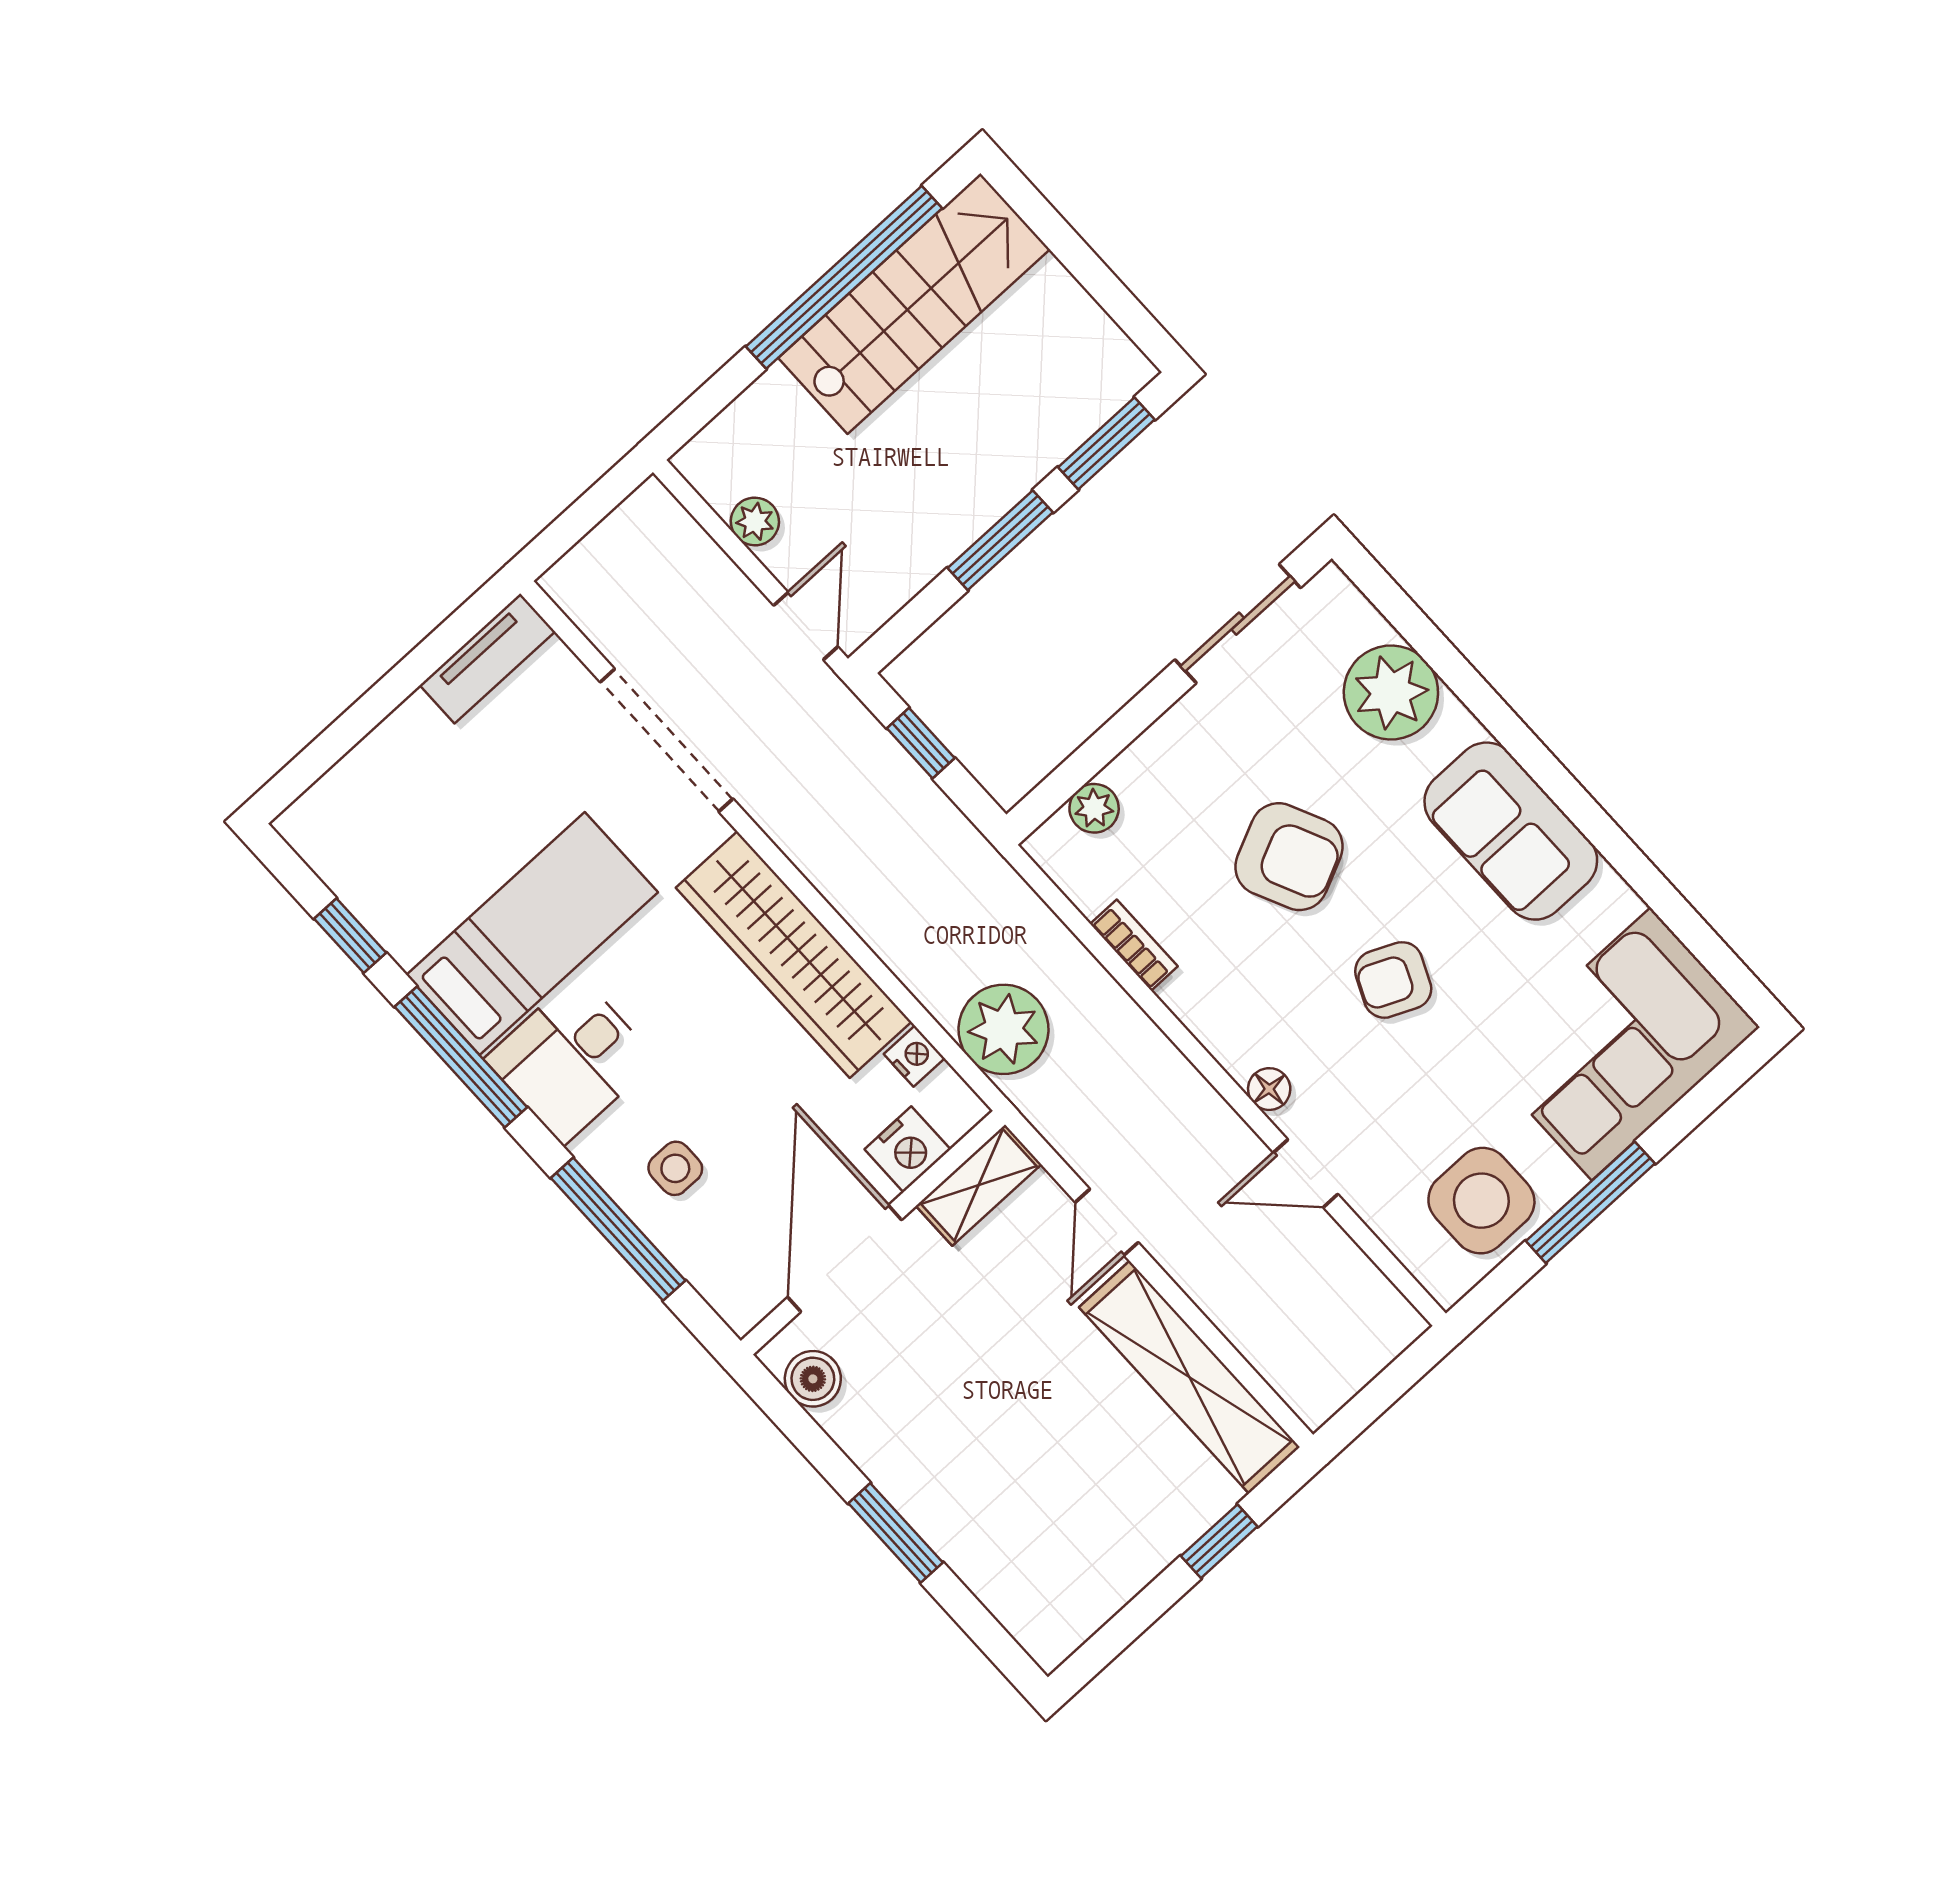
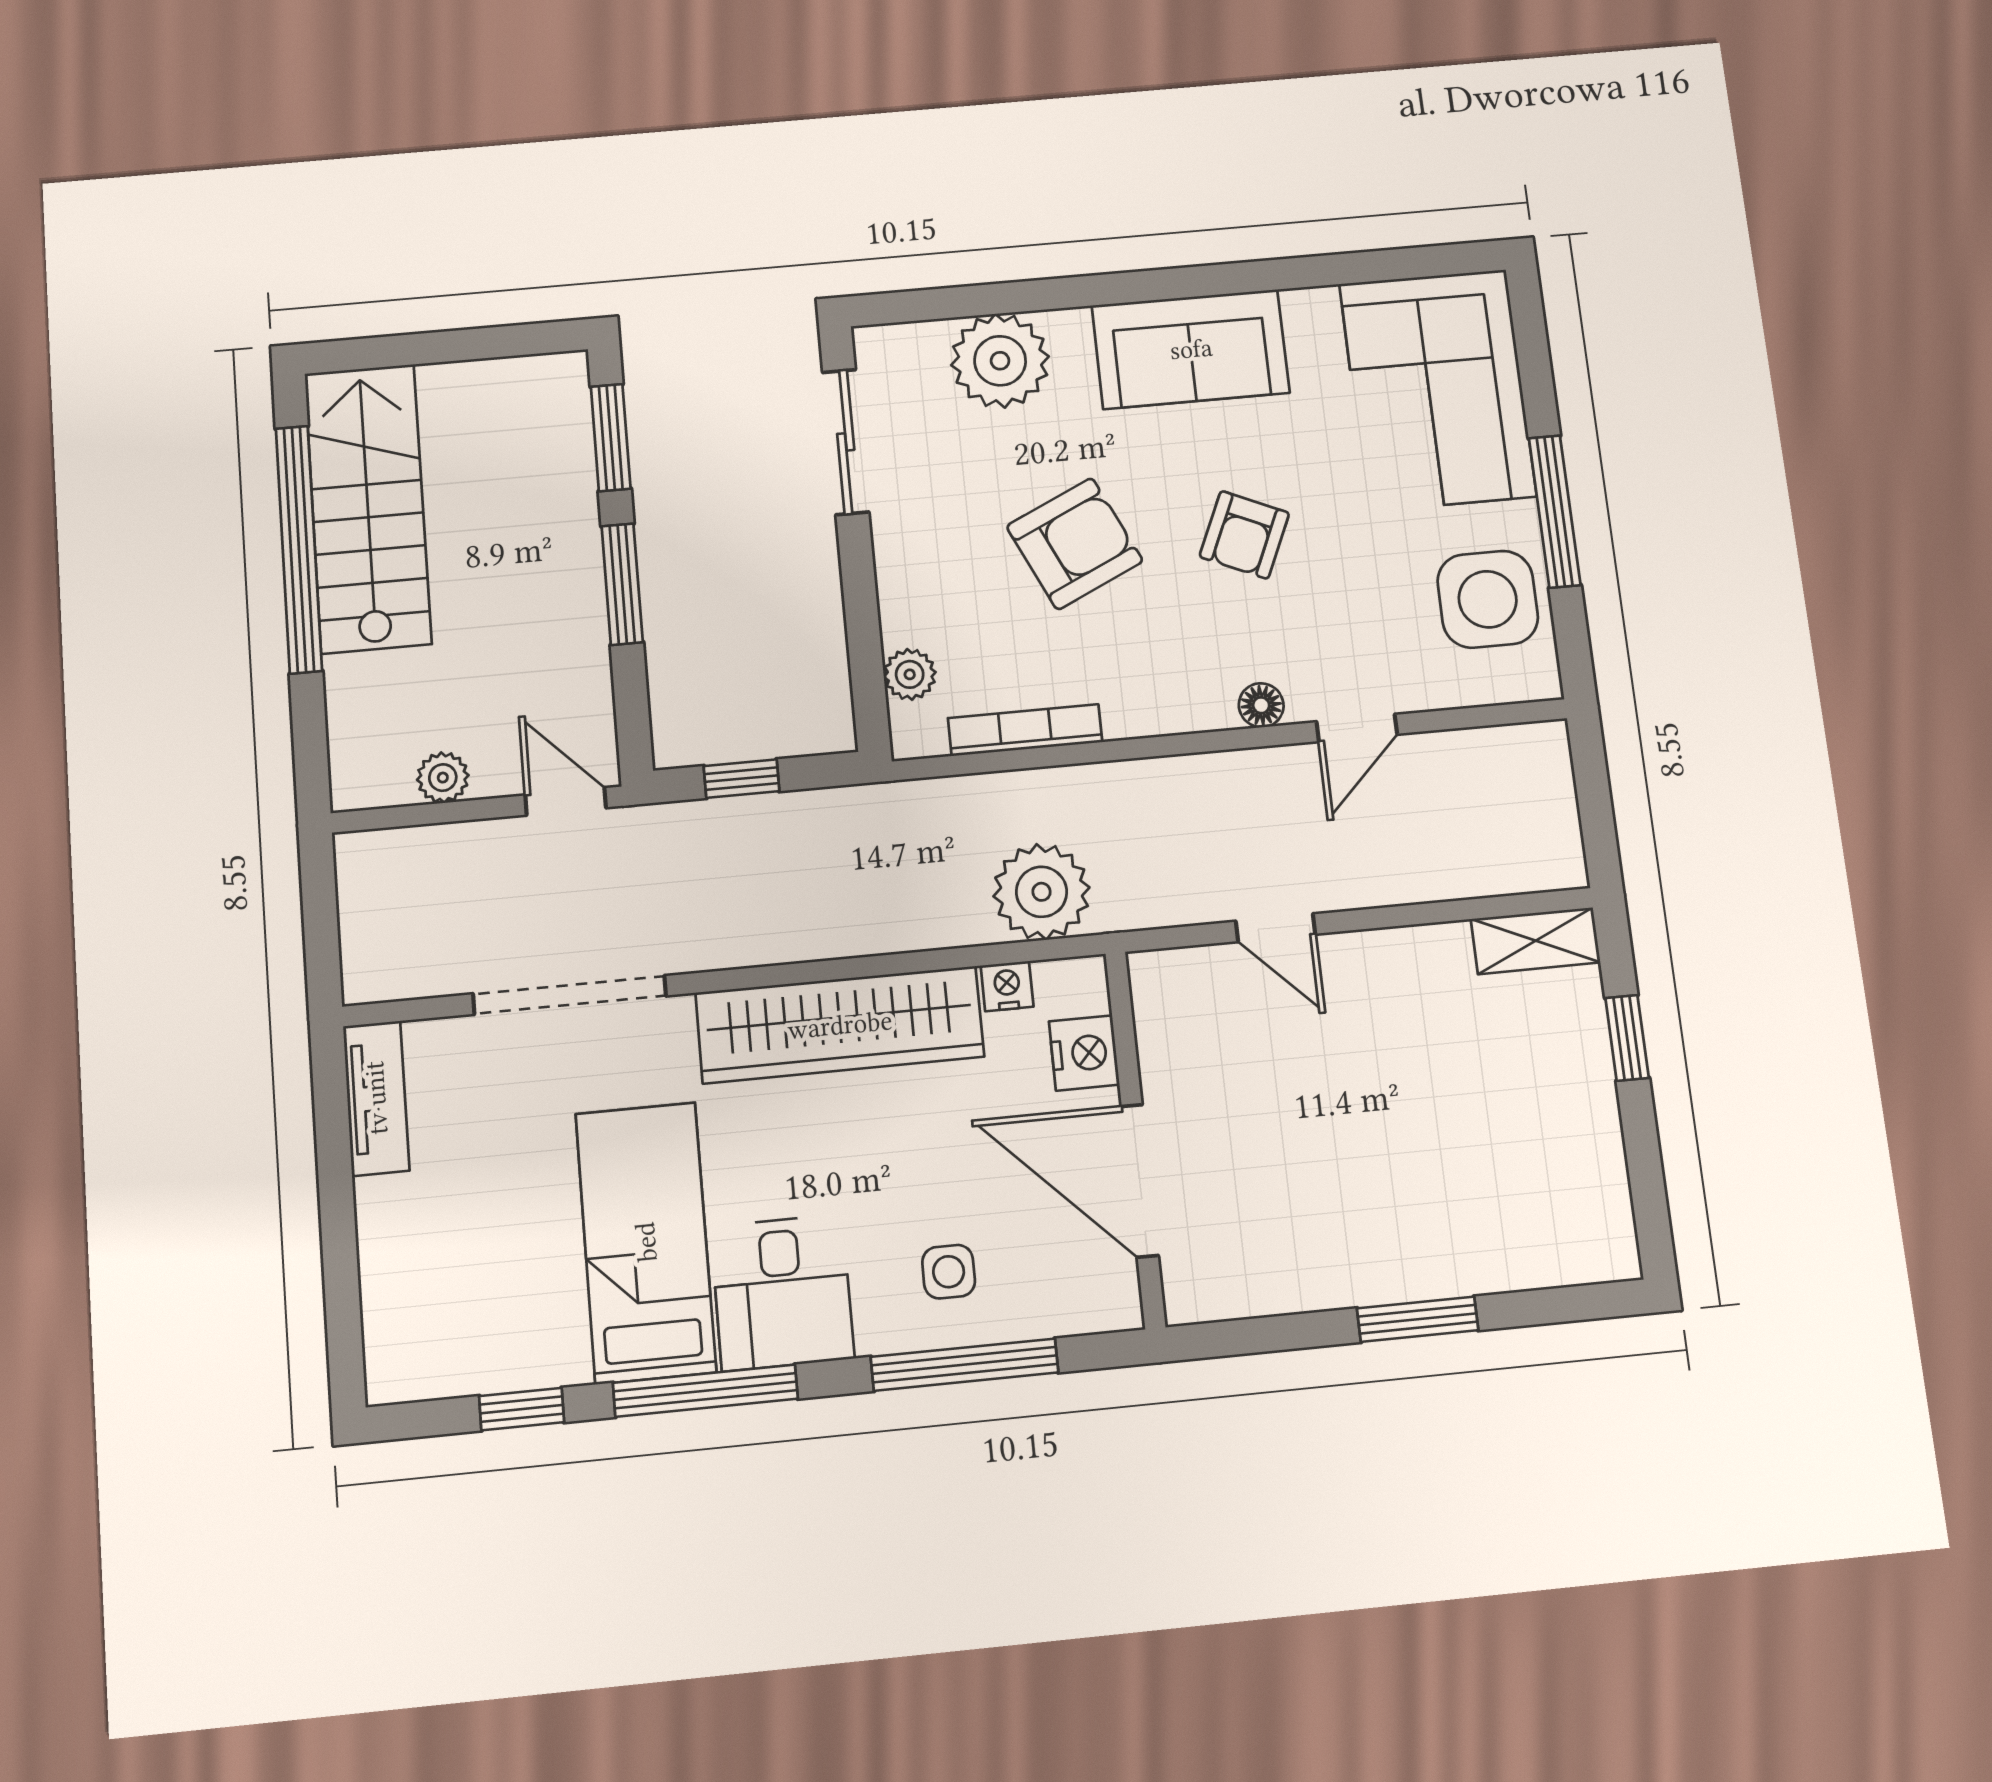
bookcase: (1134, 945) -> (1025, 730), width x1.56
shelving: (979, 1185) -> (1161, 1014), removed
shelving: (1189, 1377) -> (1536, 941), width x0.45, depth x0.75
boiler: (813, 1379) -> (1226, 1290), removed

